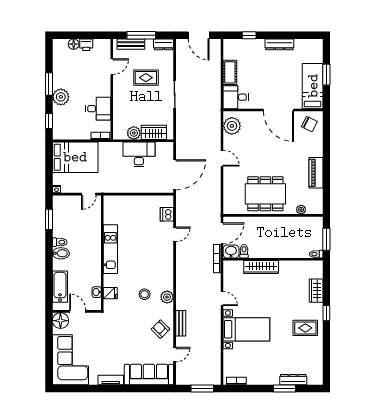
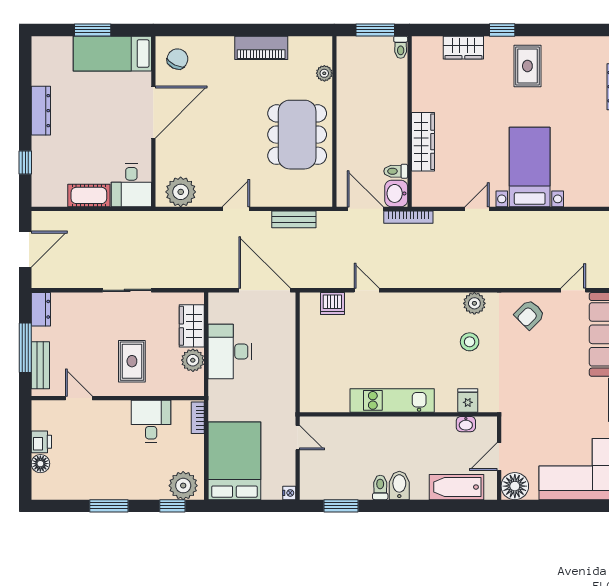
rug: (146, 78) -> (132, 361), moved
plant: (61, 97) -> (183, 486), moved
bench: (181, 323) -> (294, 219), moved
door: (175, 355) -> (573, 290), hinge flipped

